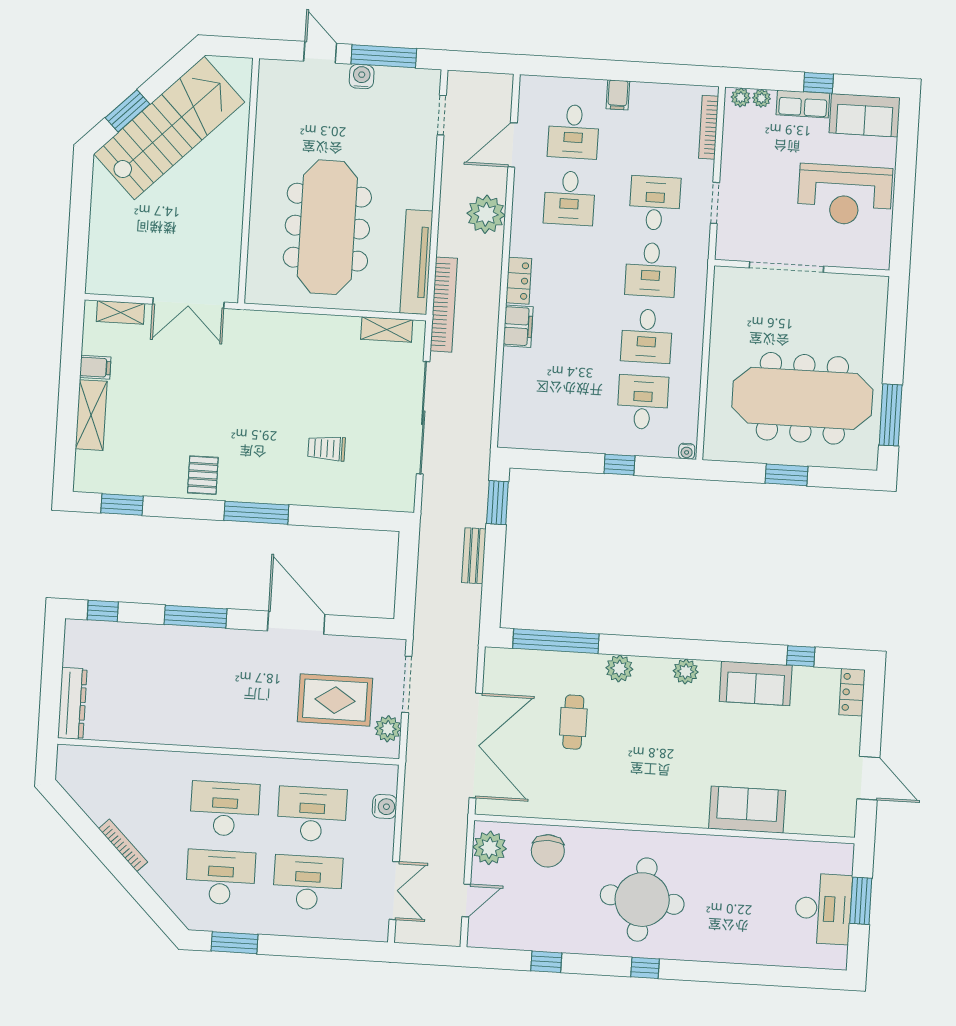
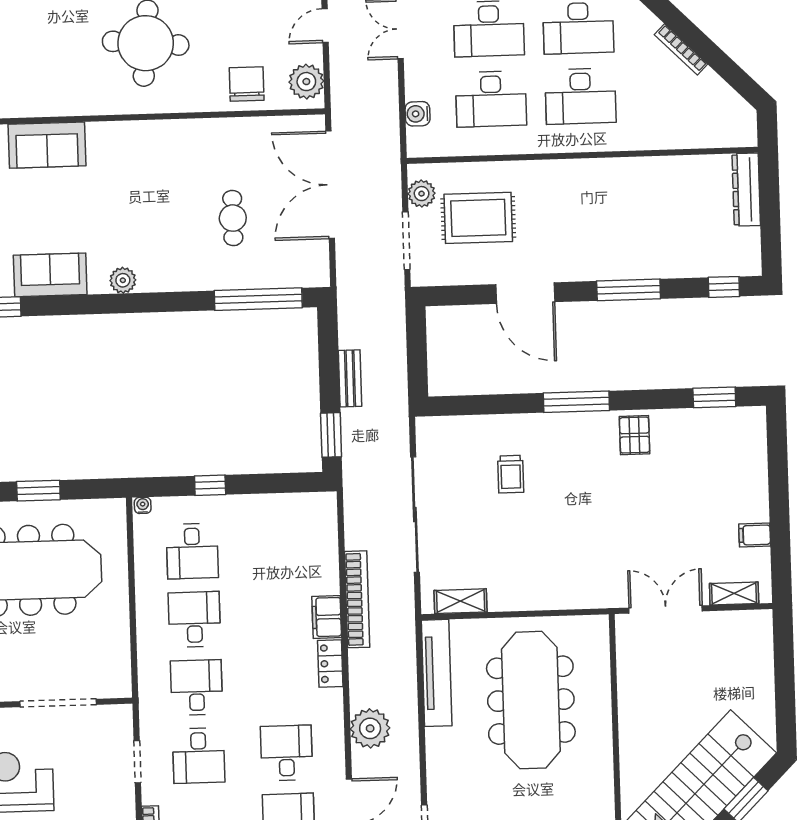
bookcase: (444, 305) -> (357, 599), moved, turned 180
shelving: (91, 415) -> (754, 486), removed
trolley: (327, 448) -> (511, 474), turned 90
plant: (619, 668) -> (191, 277), removed

